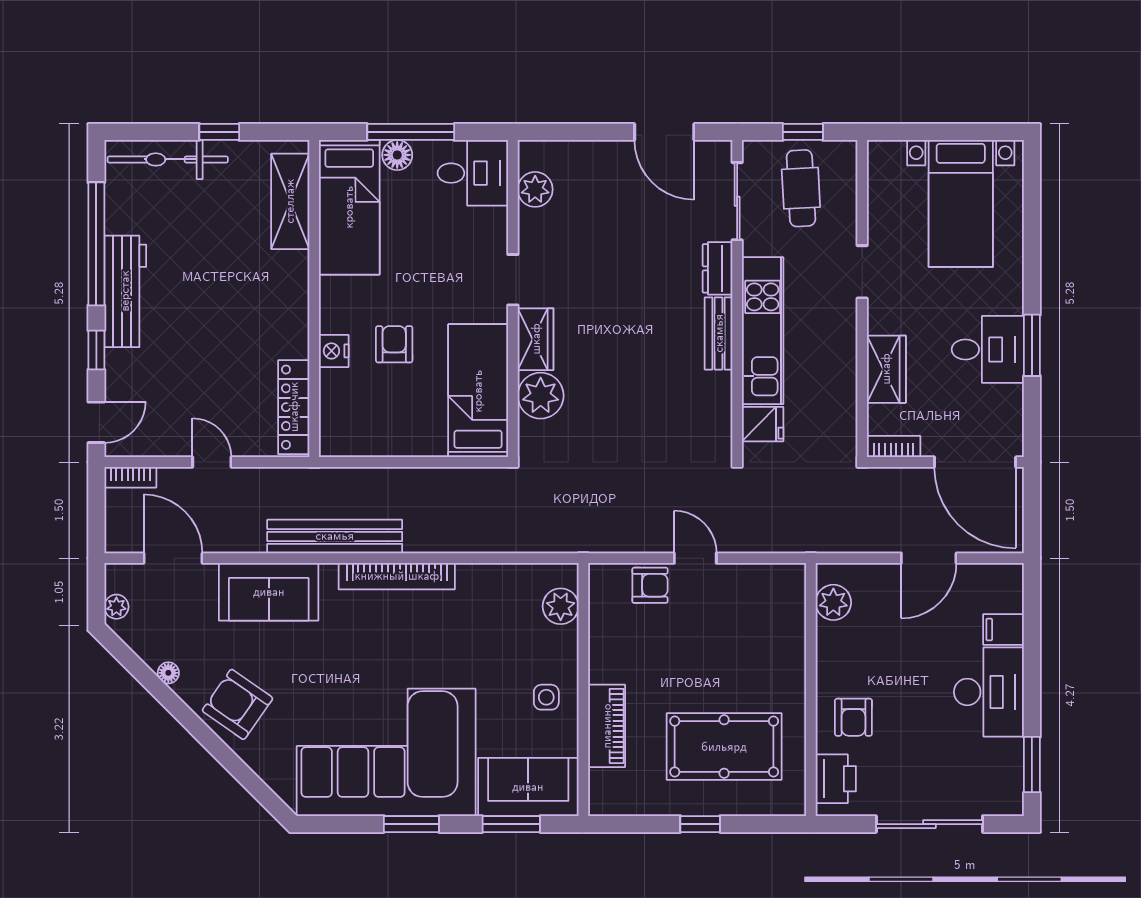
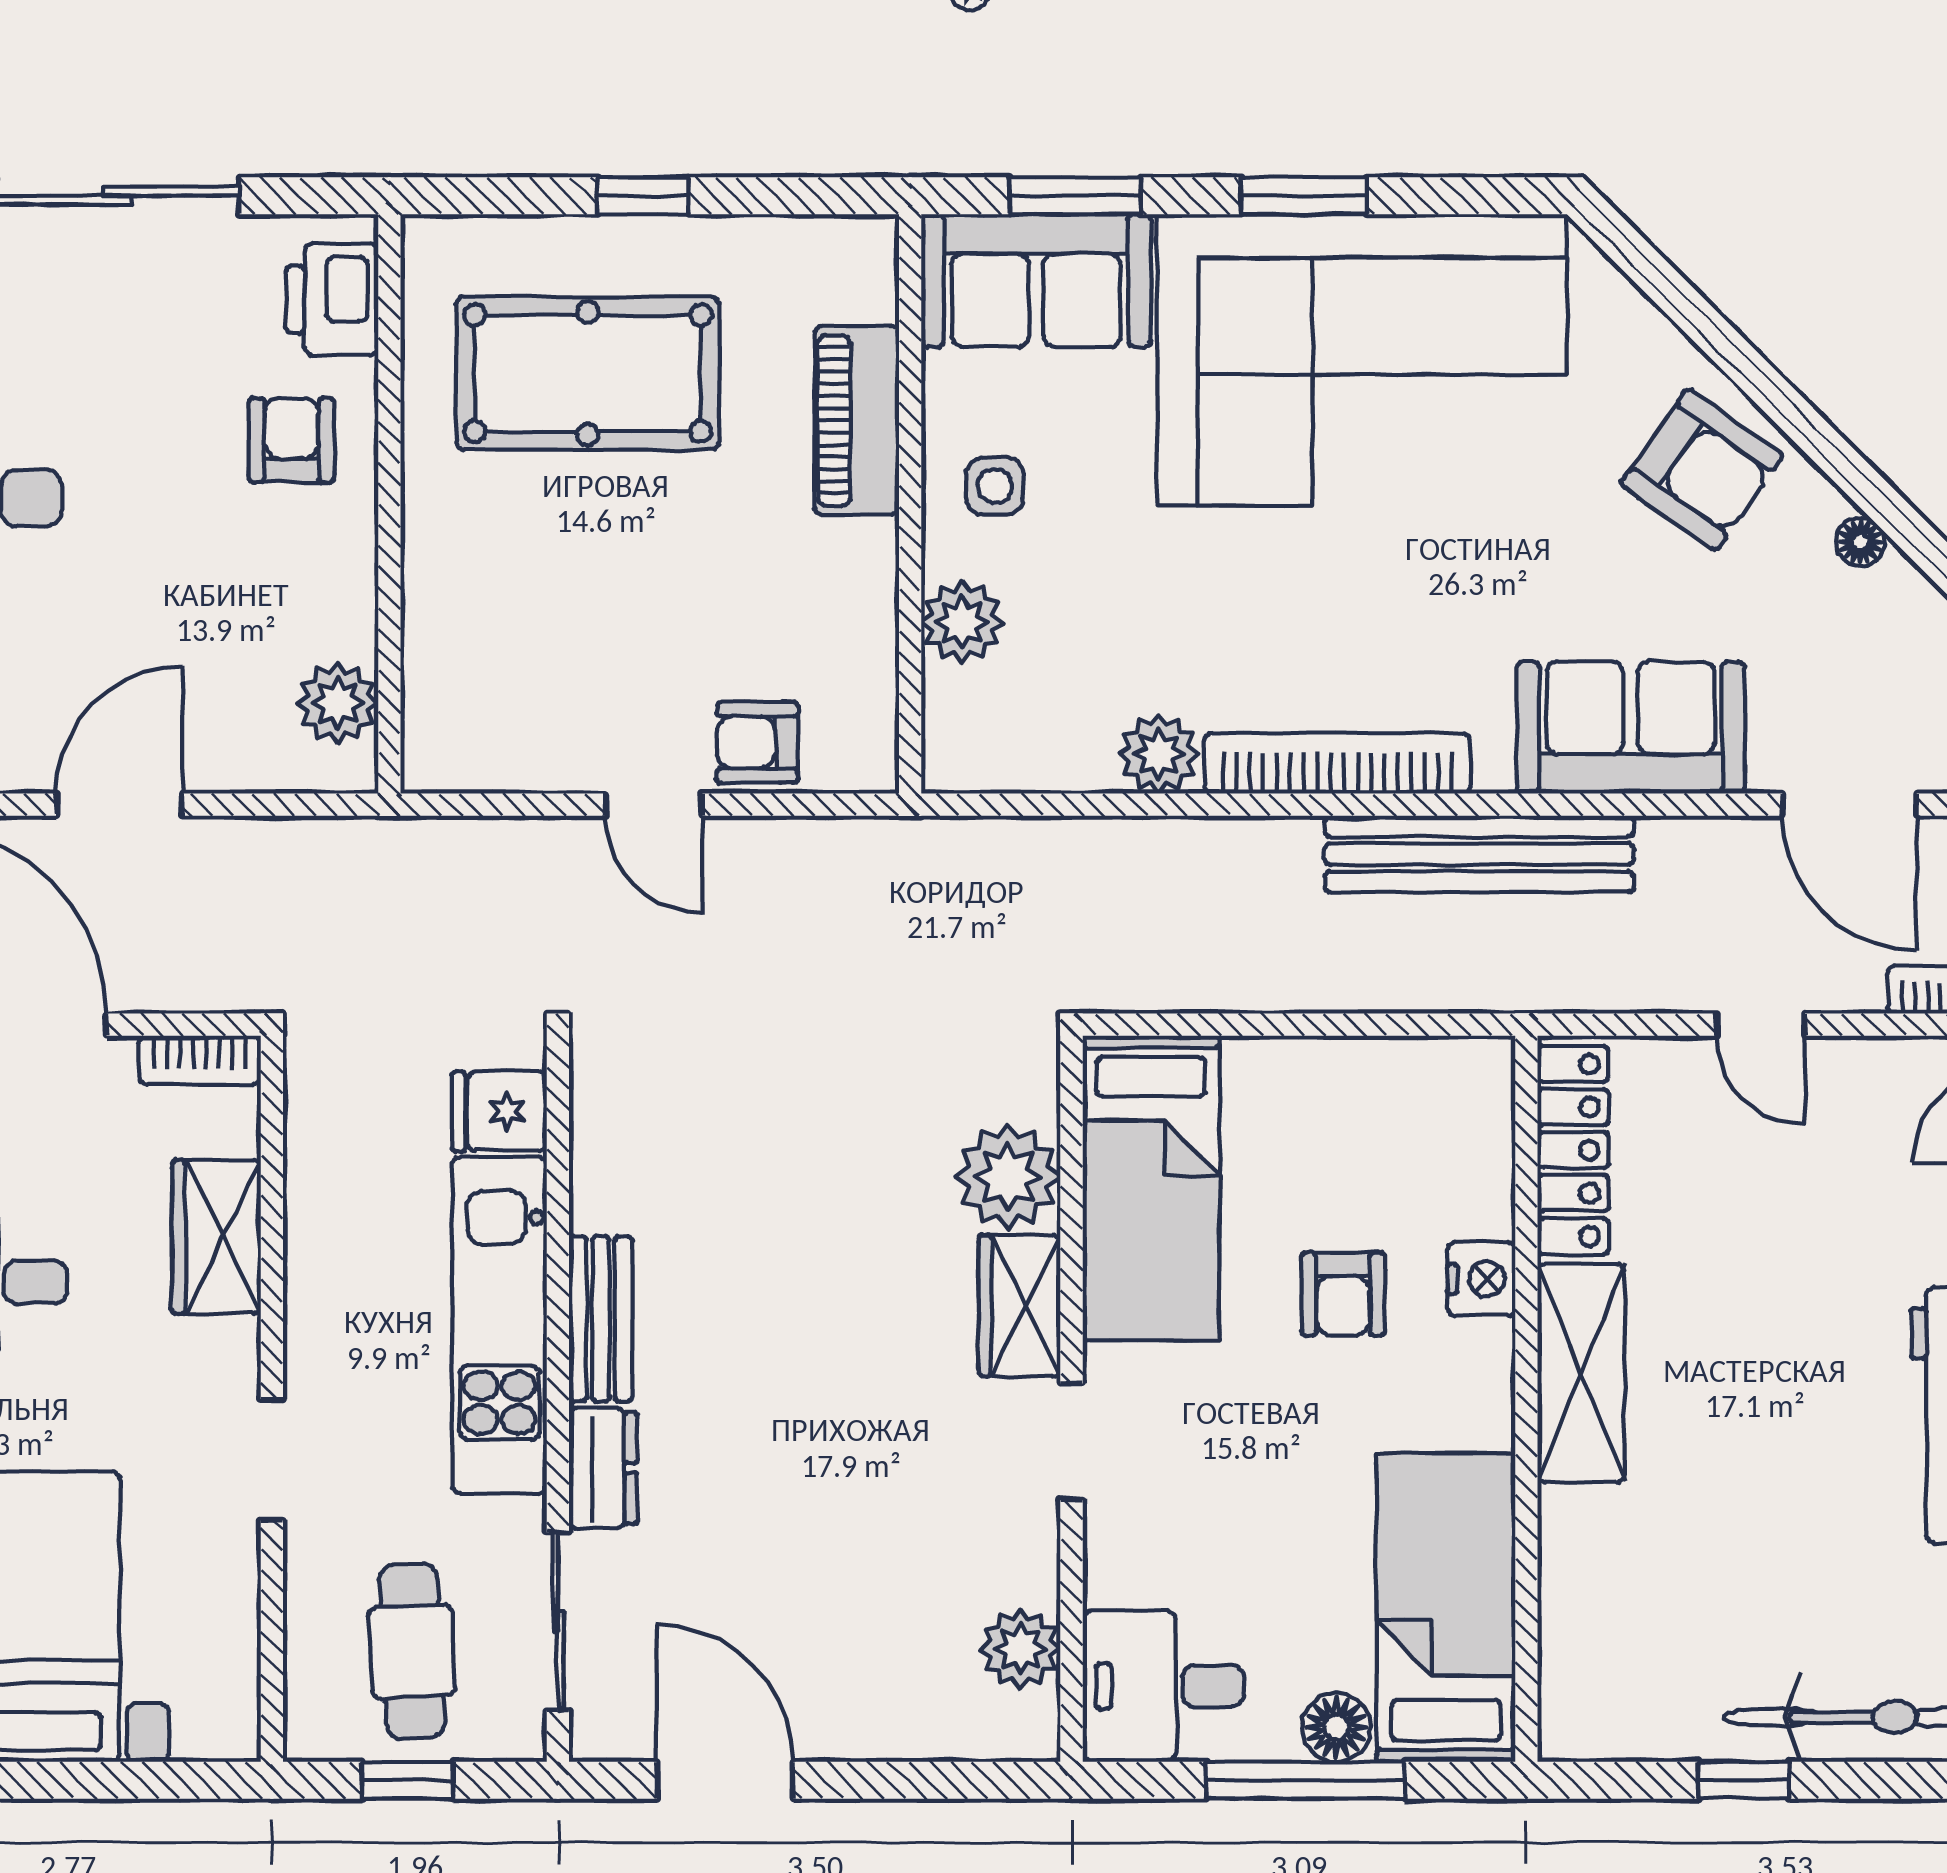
shelving: (290, 201) -> (1581, 1373), moved
plant: (475, 580) -> (1159, 754), added
plant: (561, 606) -> (962, 622), moved

